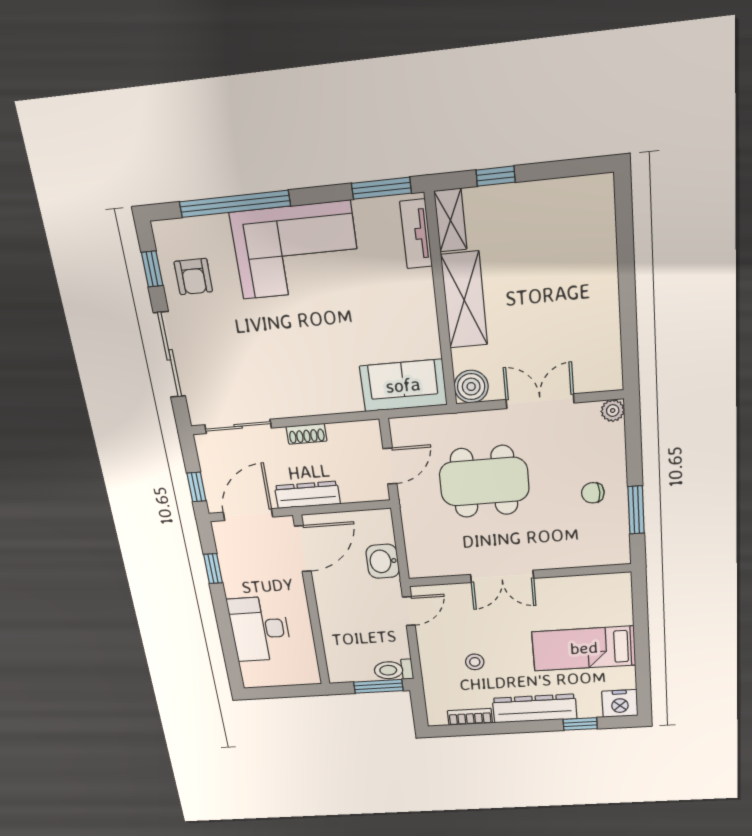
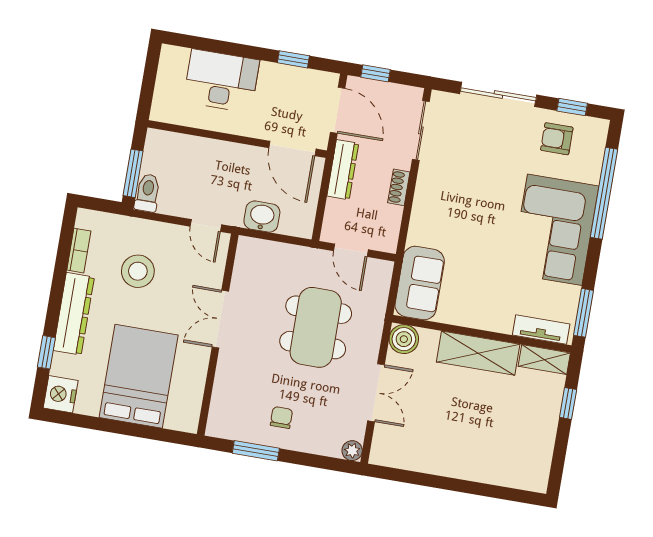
bed: (584, 648) -> (139, 376), width x1.50
stool: (475, 662) -> (138, 271), width x1.89, depth x1.89

